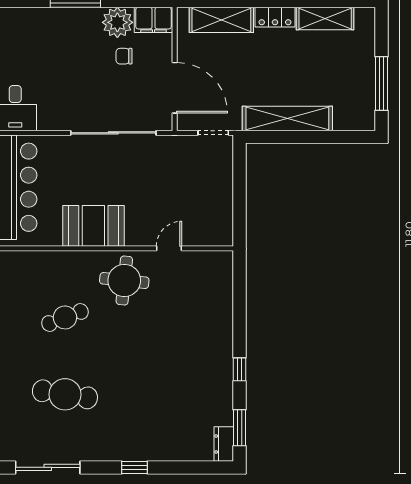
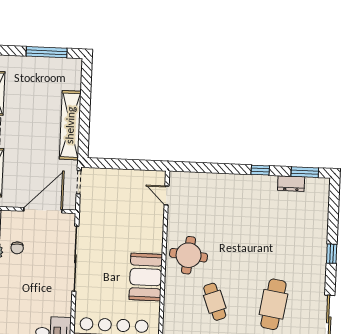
door: (169, 248) -> (167, 195), moved
dresser: (224, 444) -> (291, 184), moved

